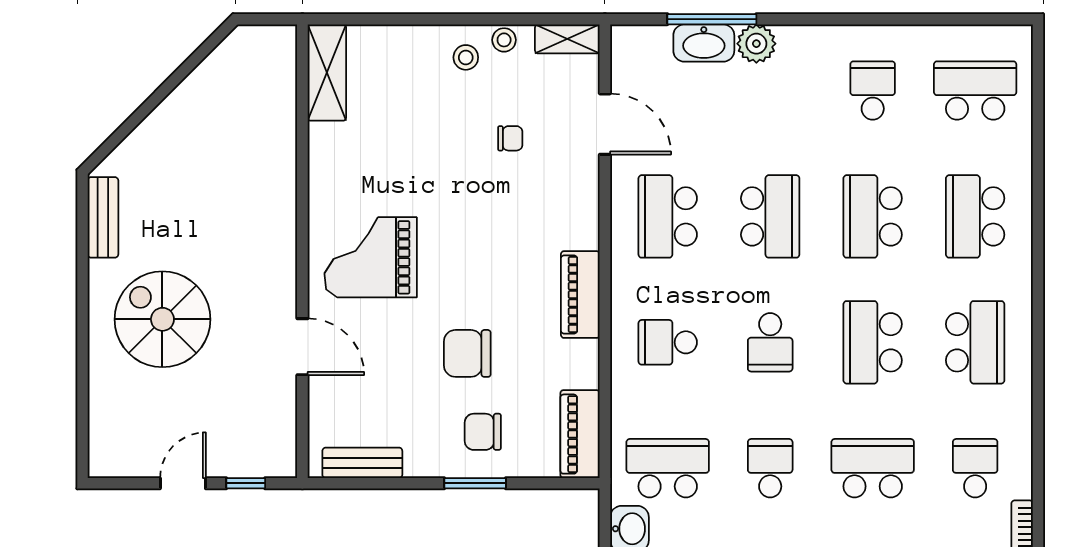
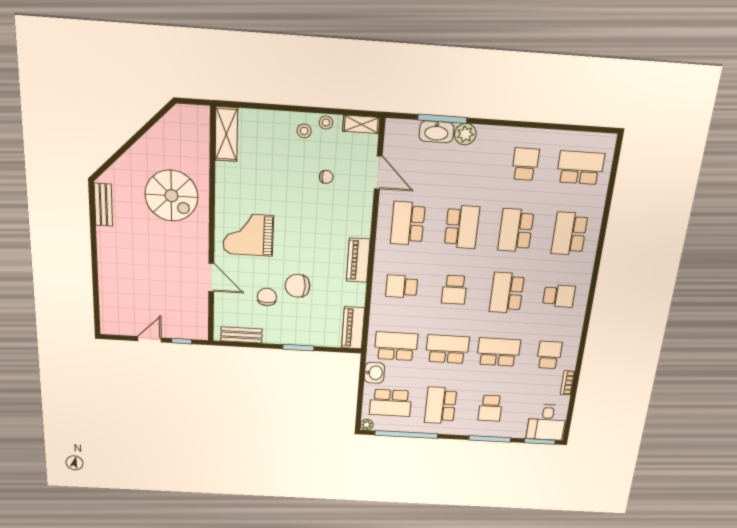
spiral stairs: (162, 319) -> (171, 196), moved, turned 180
school desk: (975, 342) -> (559, 296), width x0.54
chair: (483, 432) -> (267, 297), moved, turned 90
school desk: (770, 468) -> (447, 349), width x1.85

